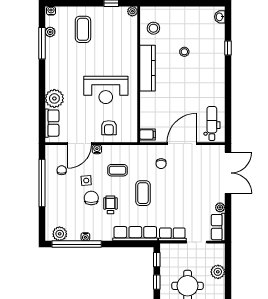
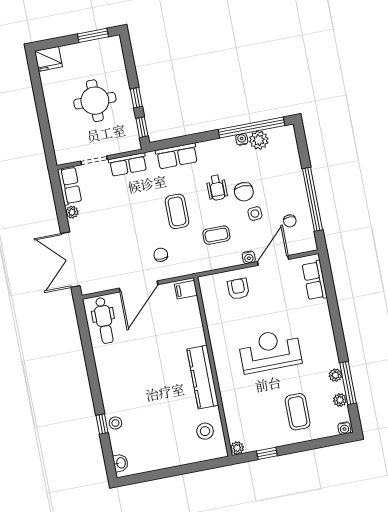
stool: (184, 52) -> (115, 423), moved
reception desk: (106, 90) -> (270, 351), moved
plant: (54, 98) -> (335, 375), moved, width x0.53, depth x0.53
plant: (60, 234) -> (259, 140), moved
row of seats: (135, 234) -> (177, 156), width x0.68
plant: (218, 272) -> (59, 127), removed

